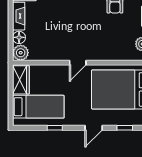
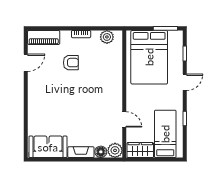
door: (78, 63) -> (124, 119), moved
door: (94, 128) -> (185, 82), hinge flipped

